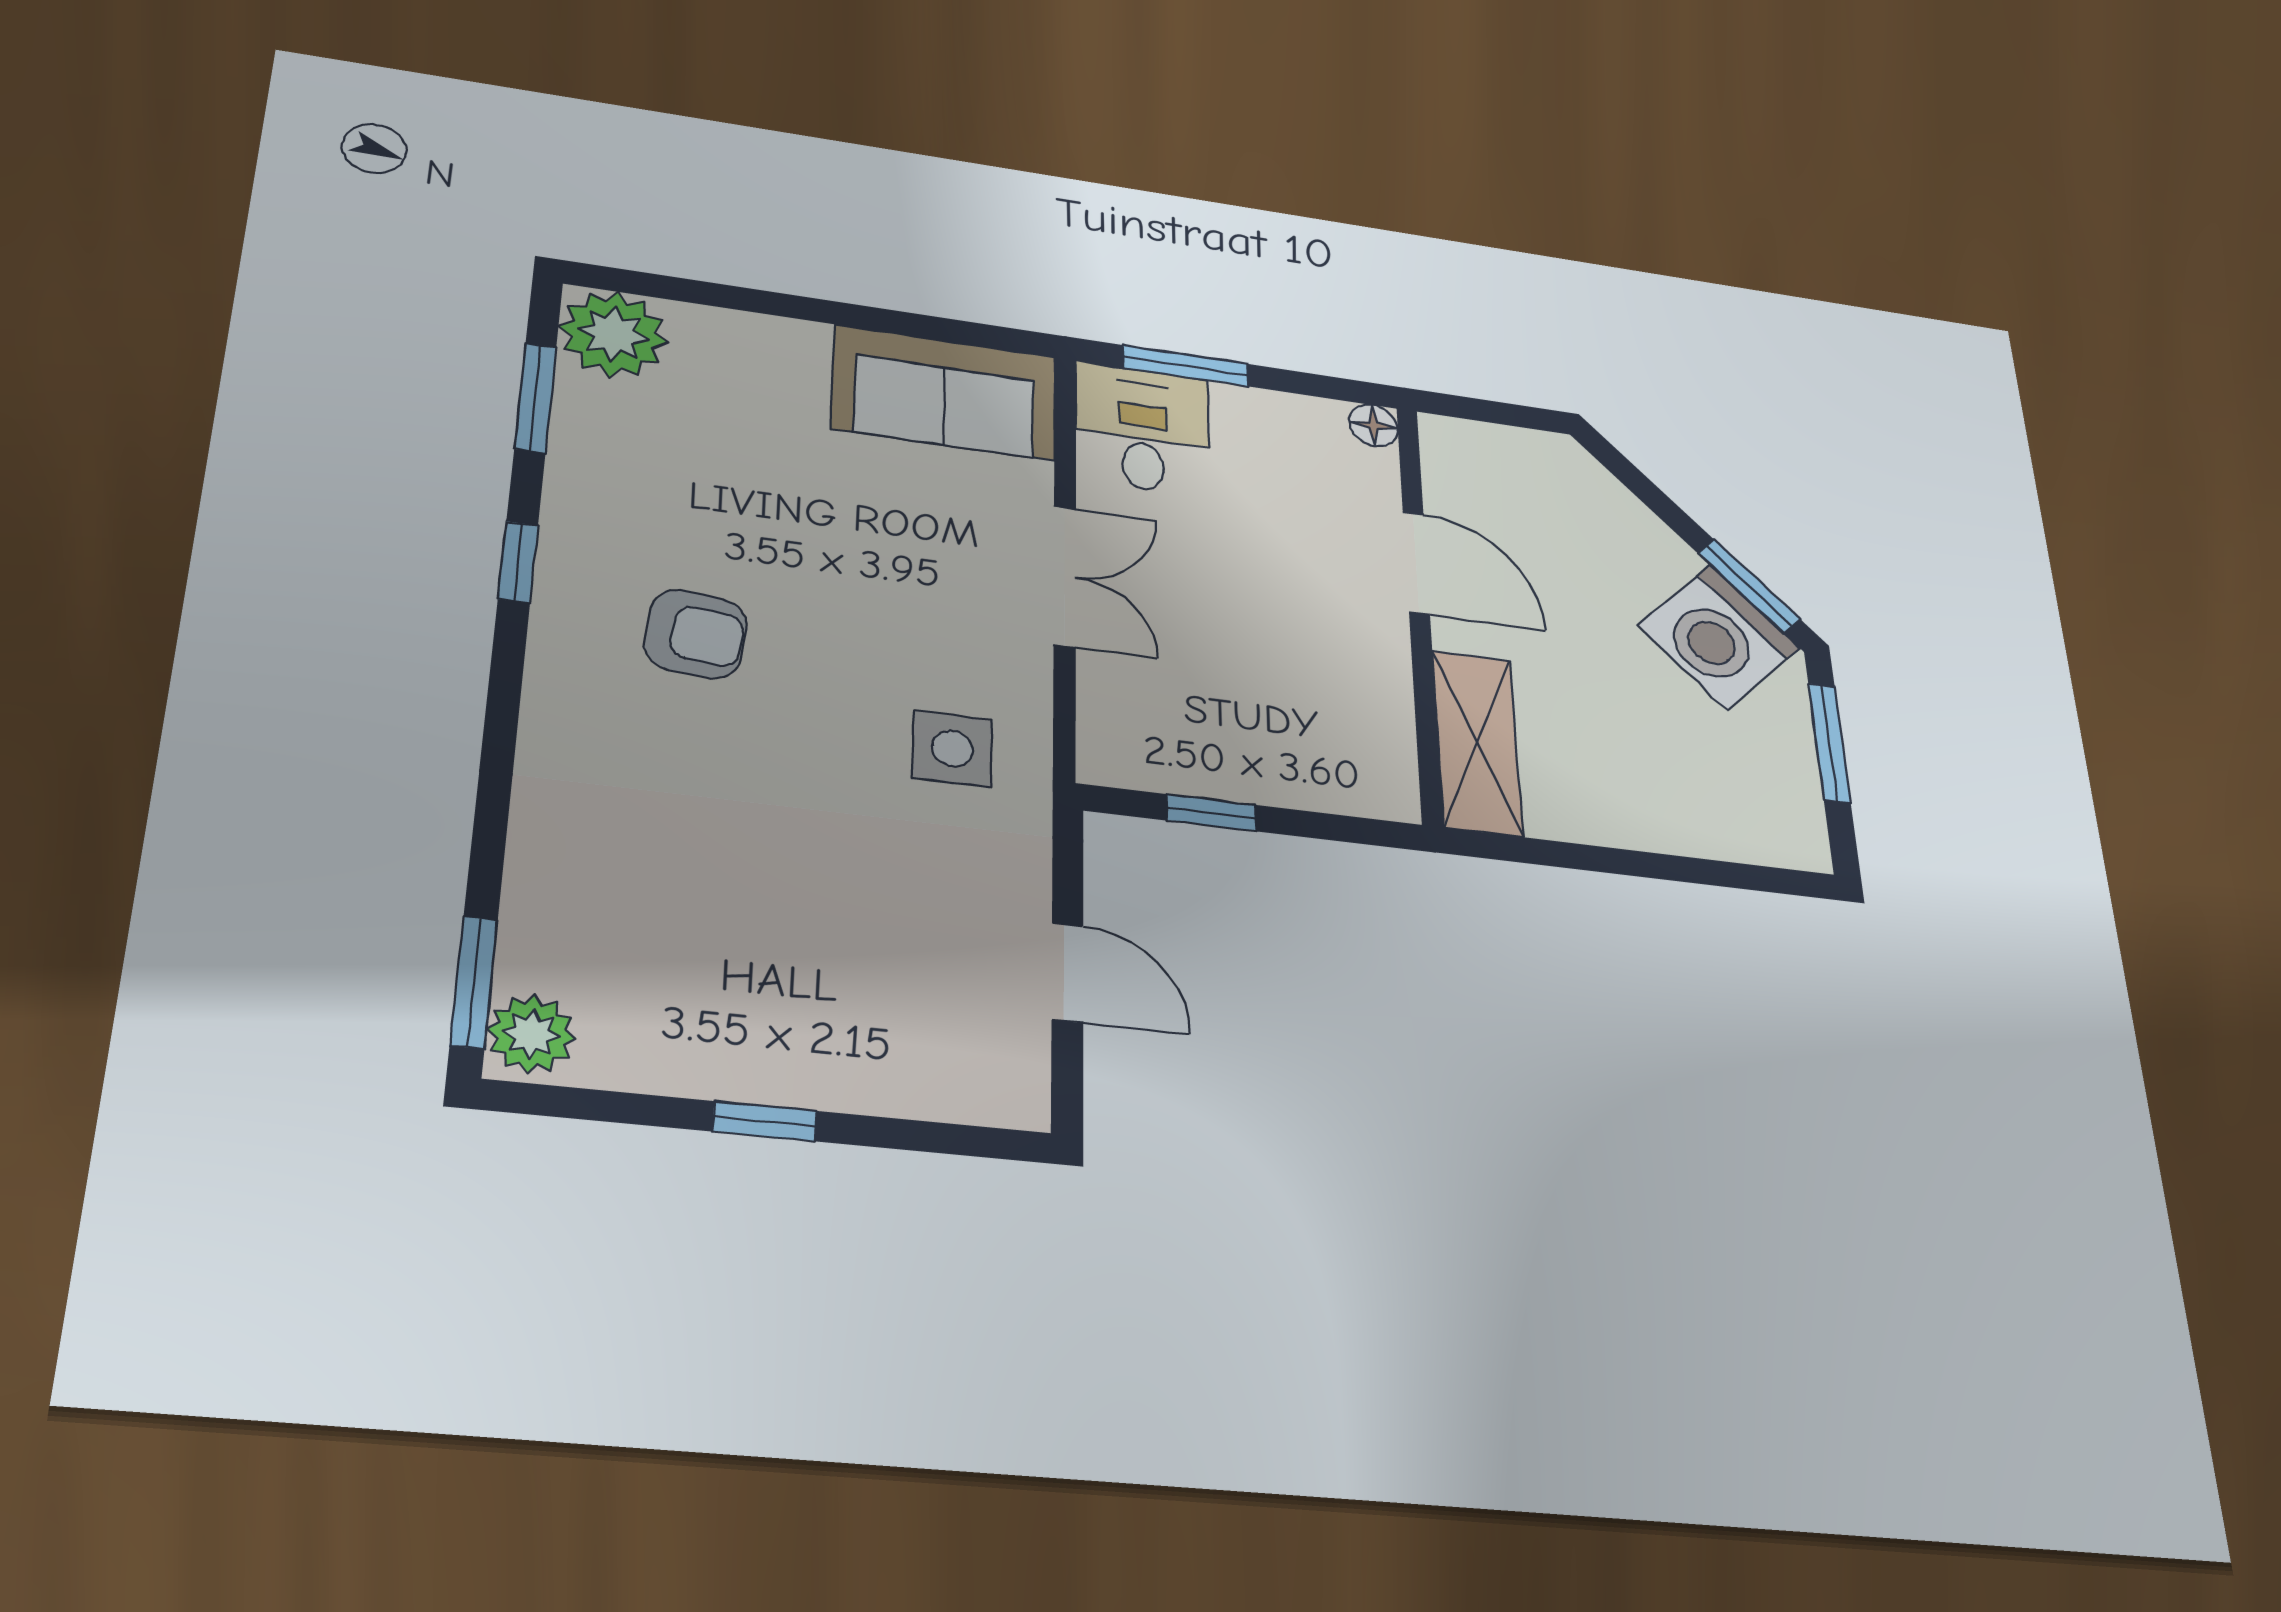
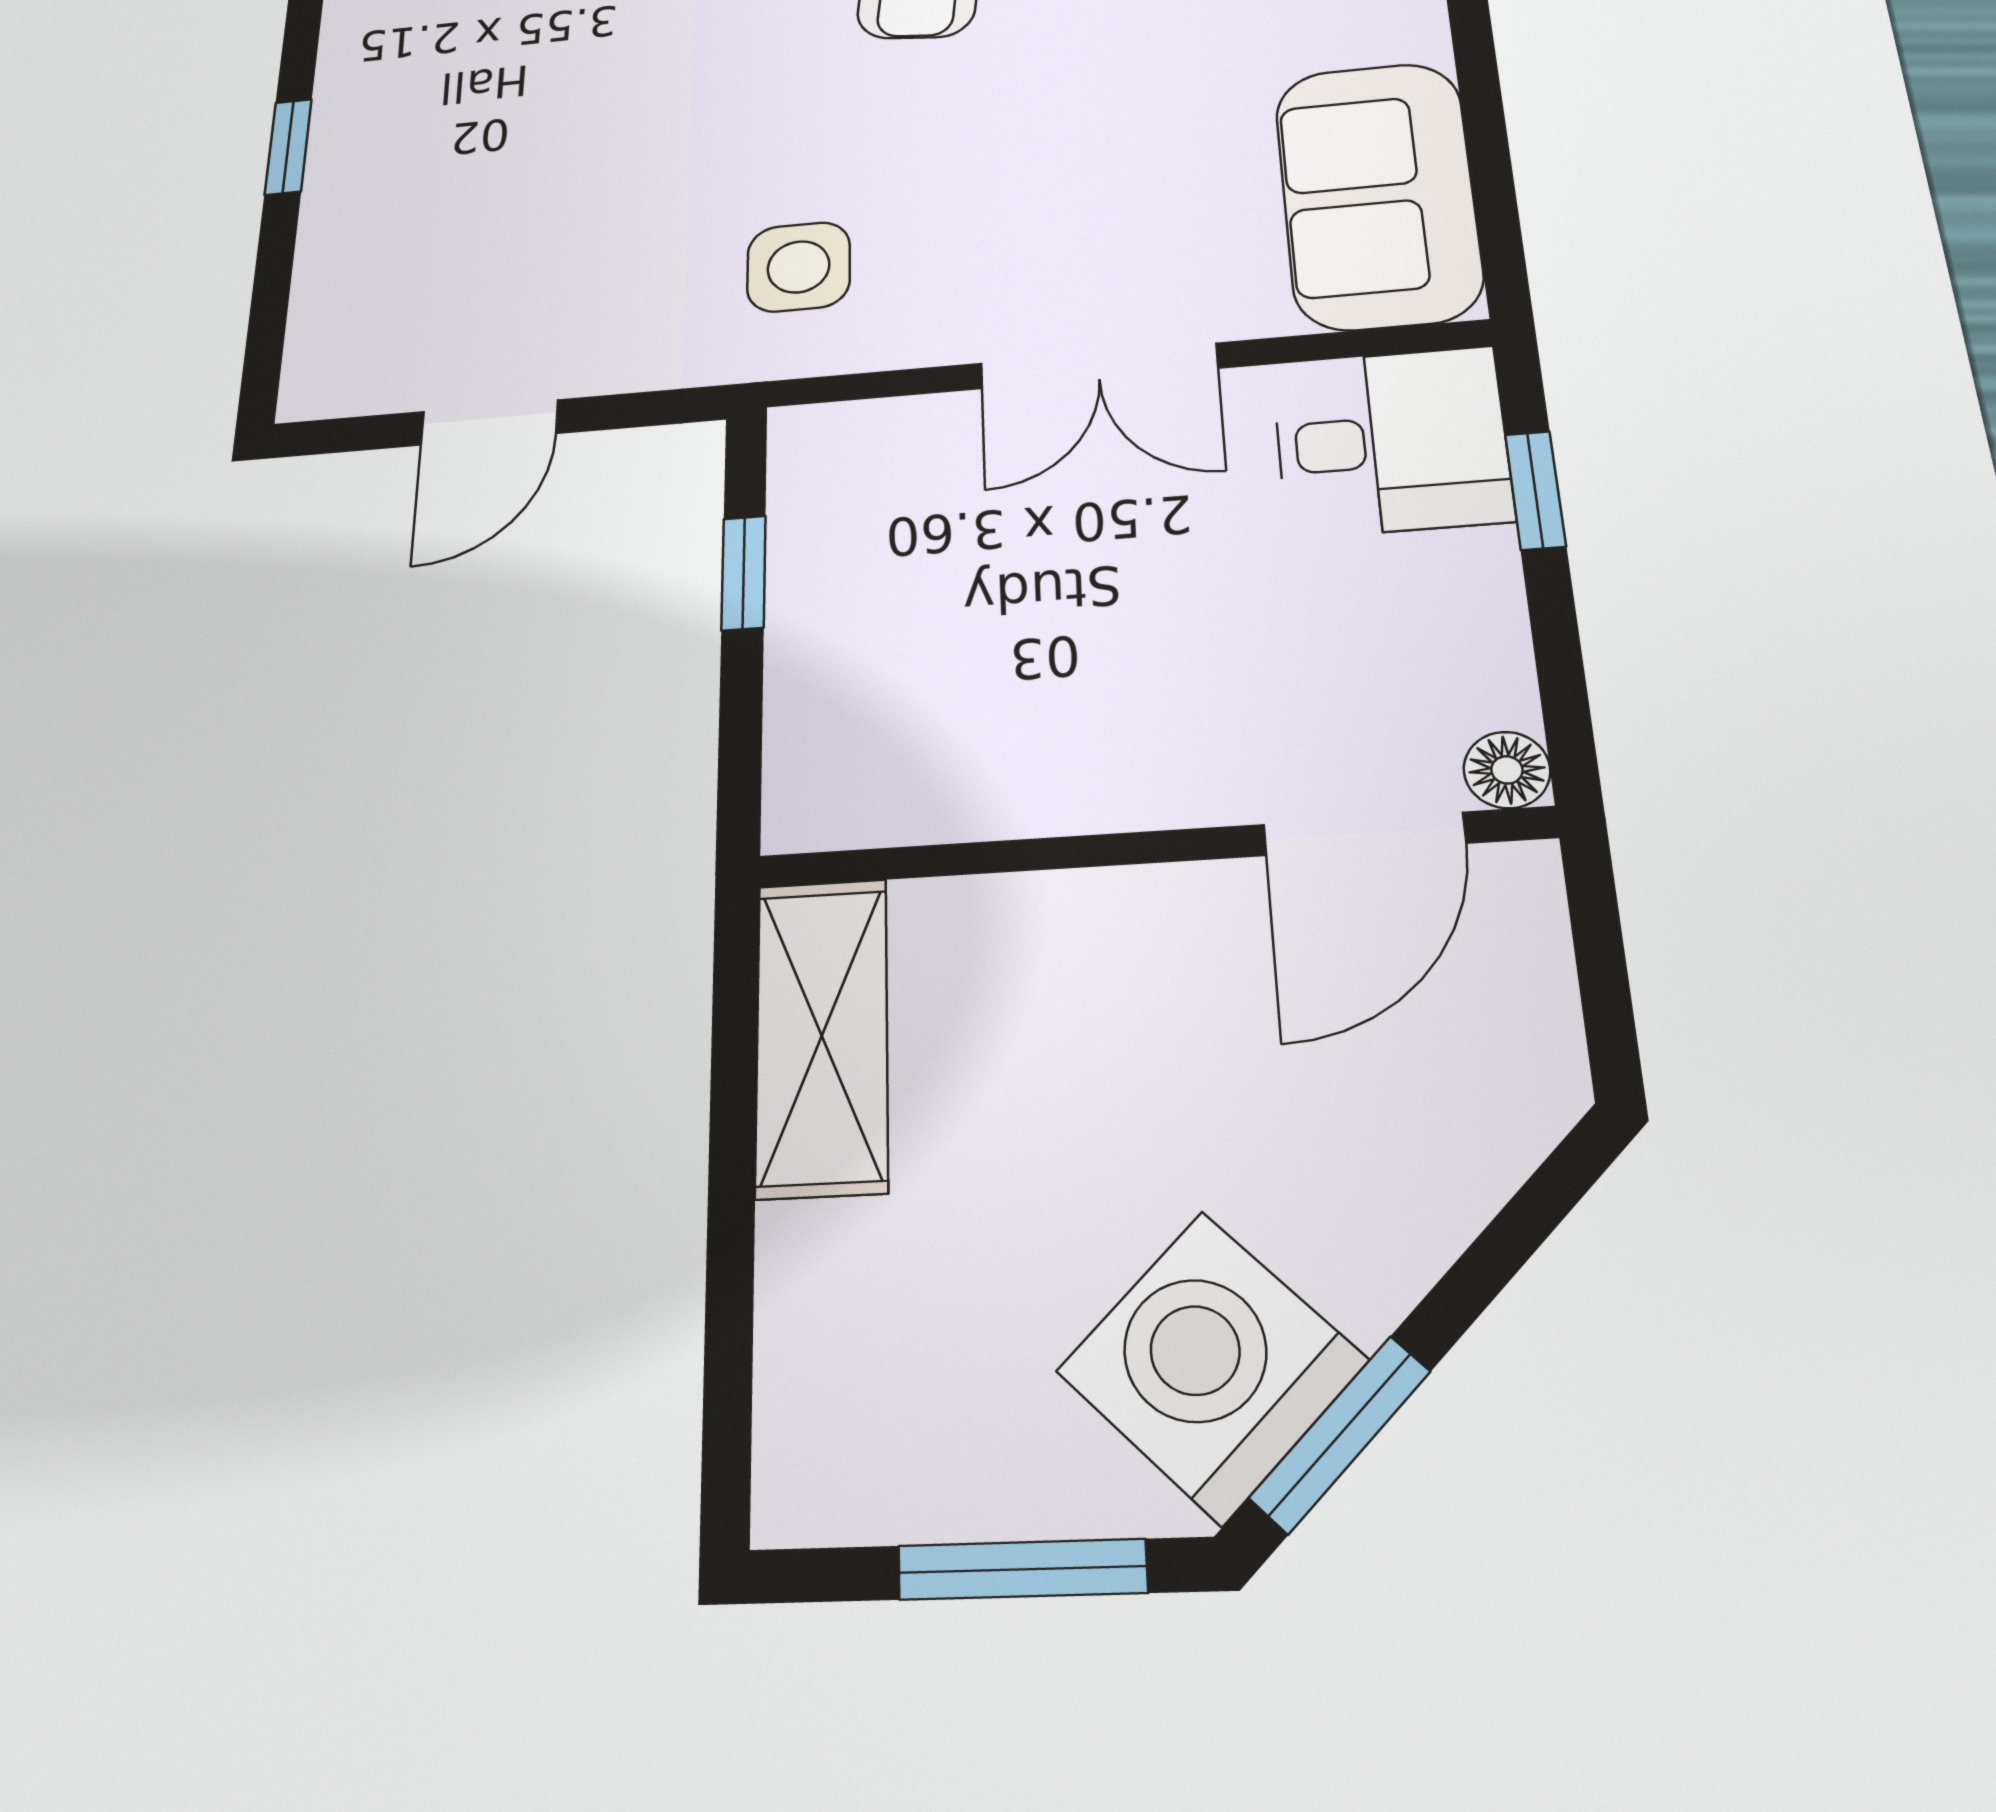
window: (1186, 366) -> (1535, 490), width x0.67
door: (1416, 563) -> (1364, 834), moved
shelving: (1477, 743) -> (822, 1036), moved, turned 90

